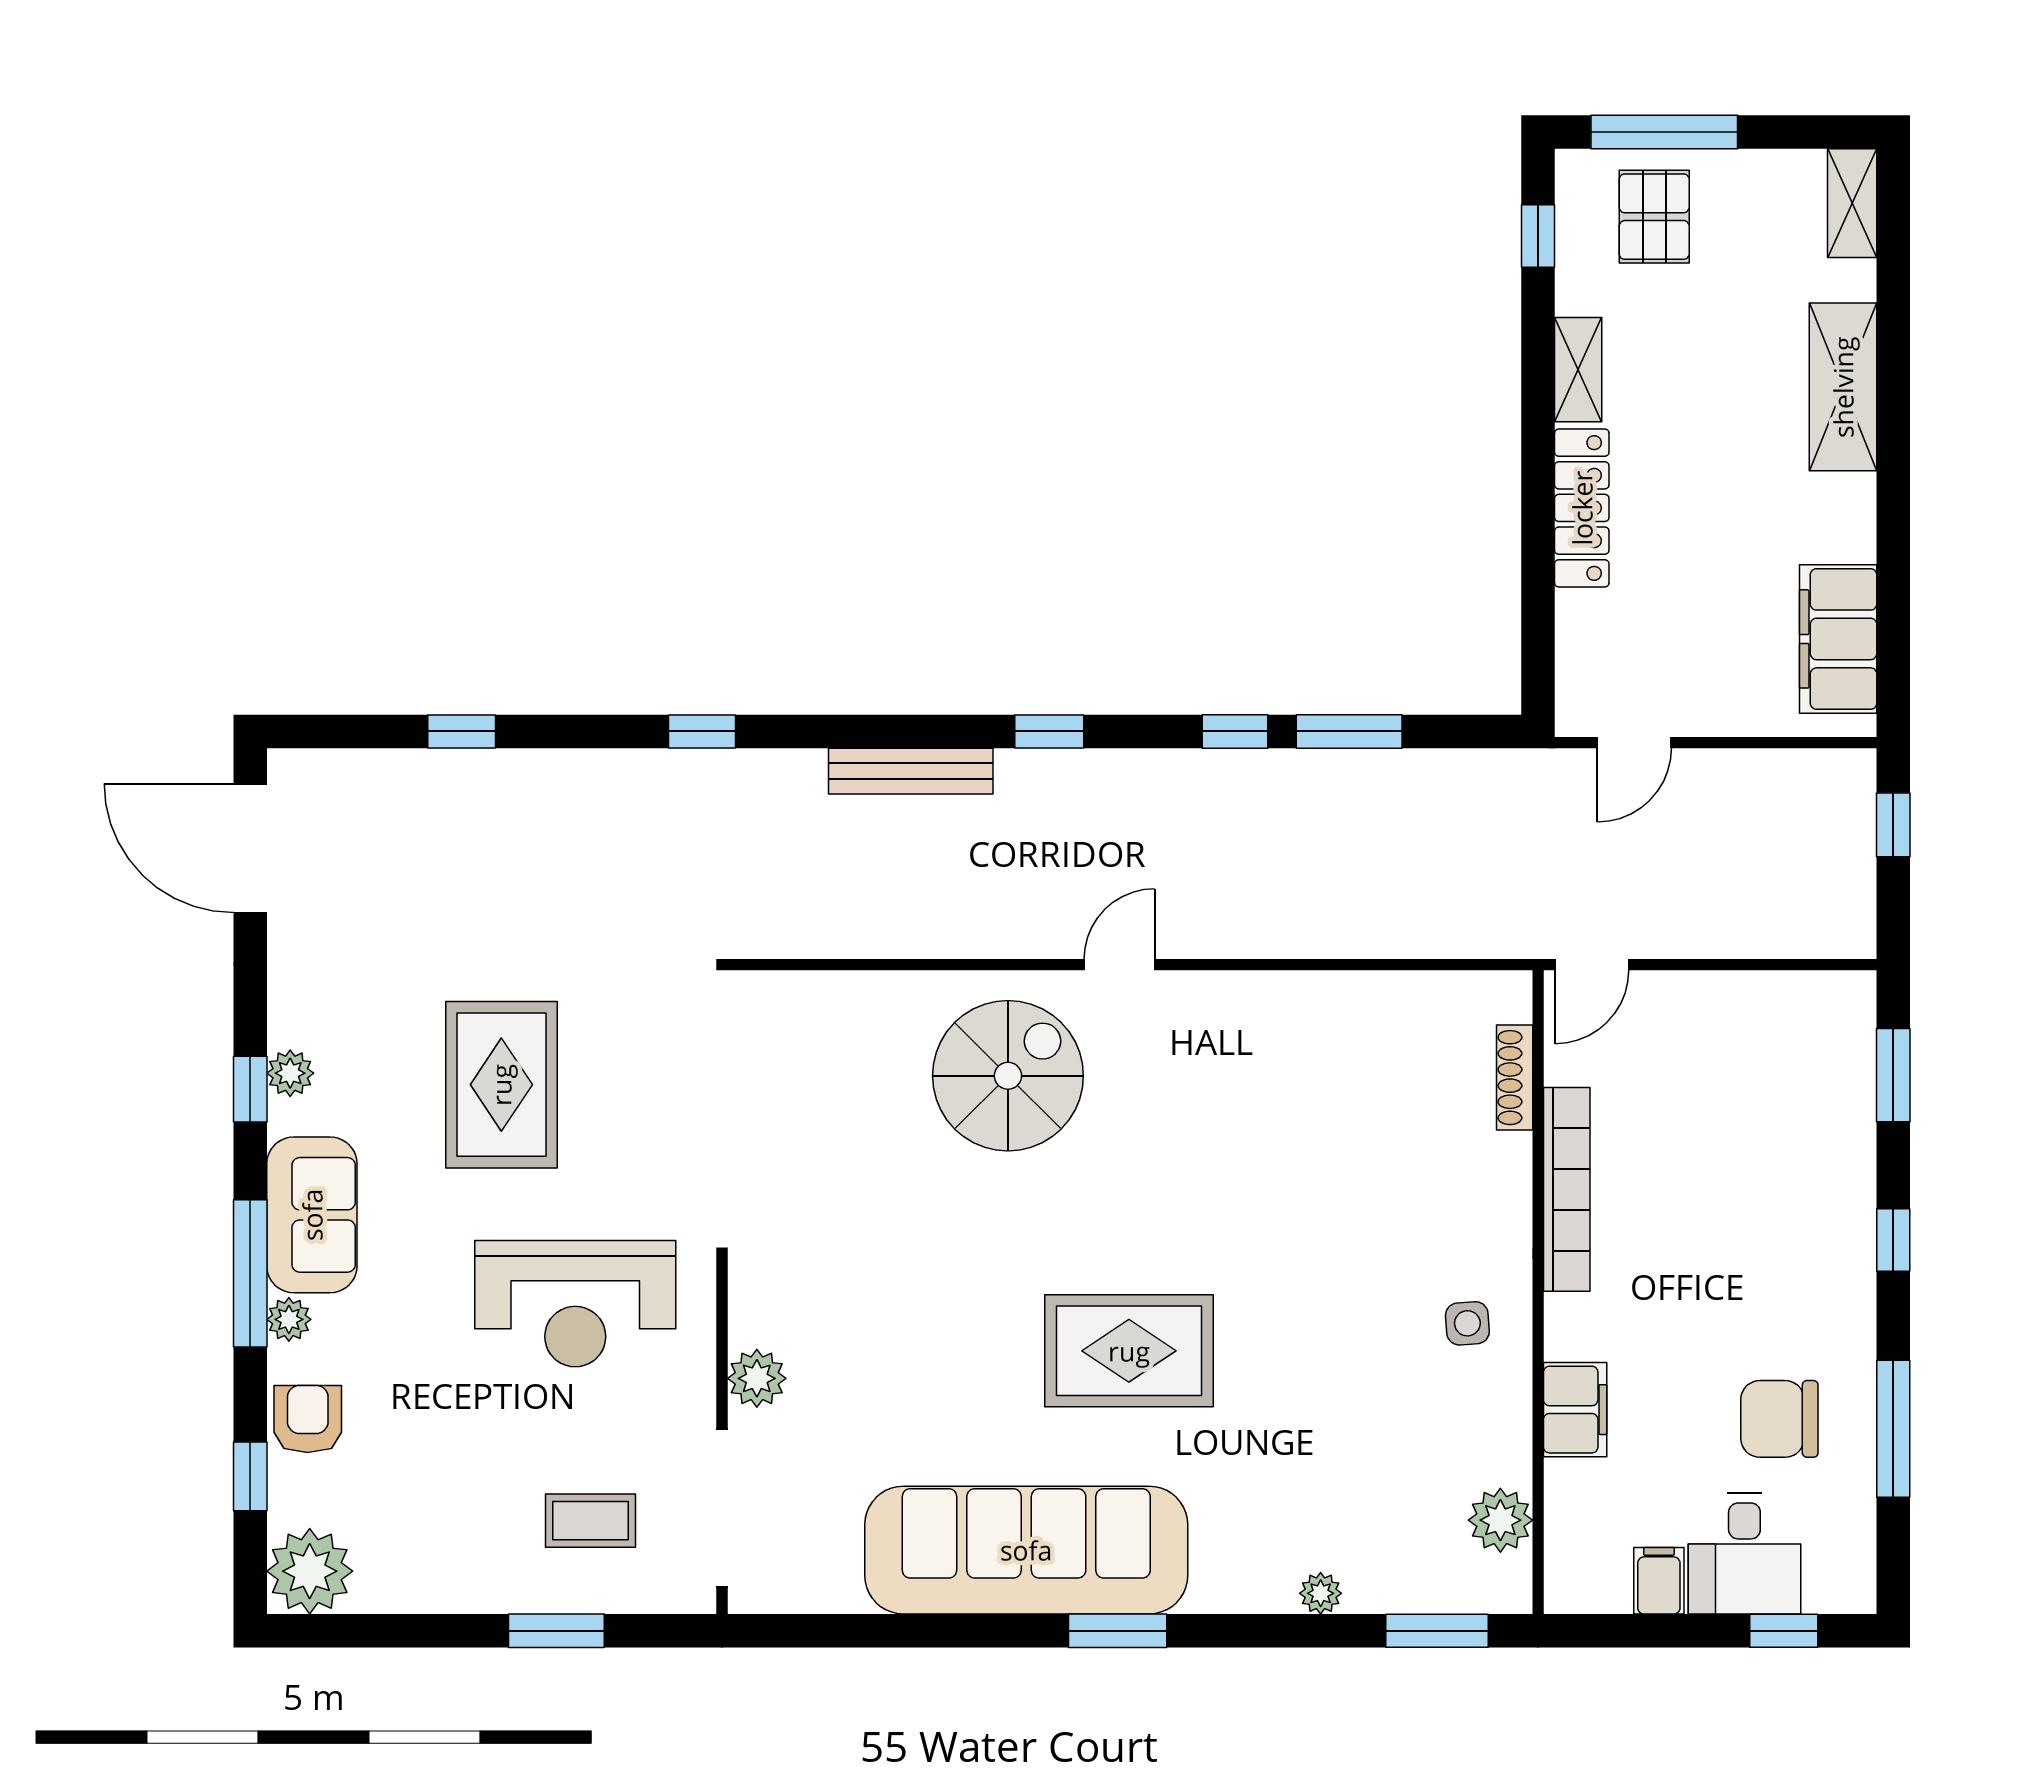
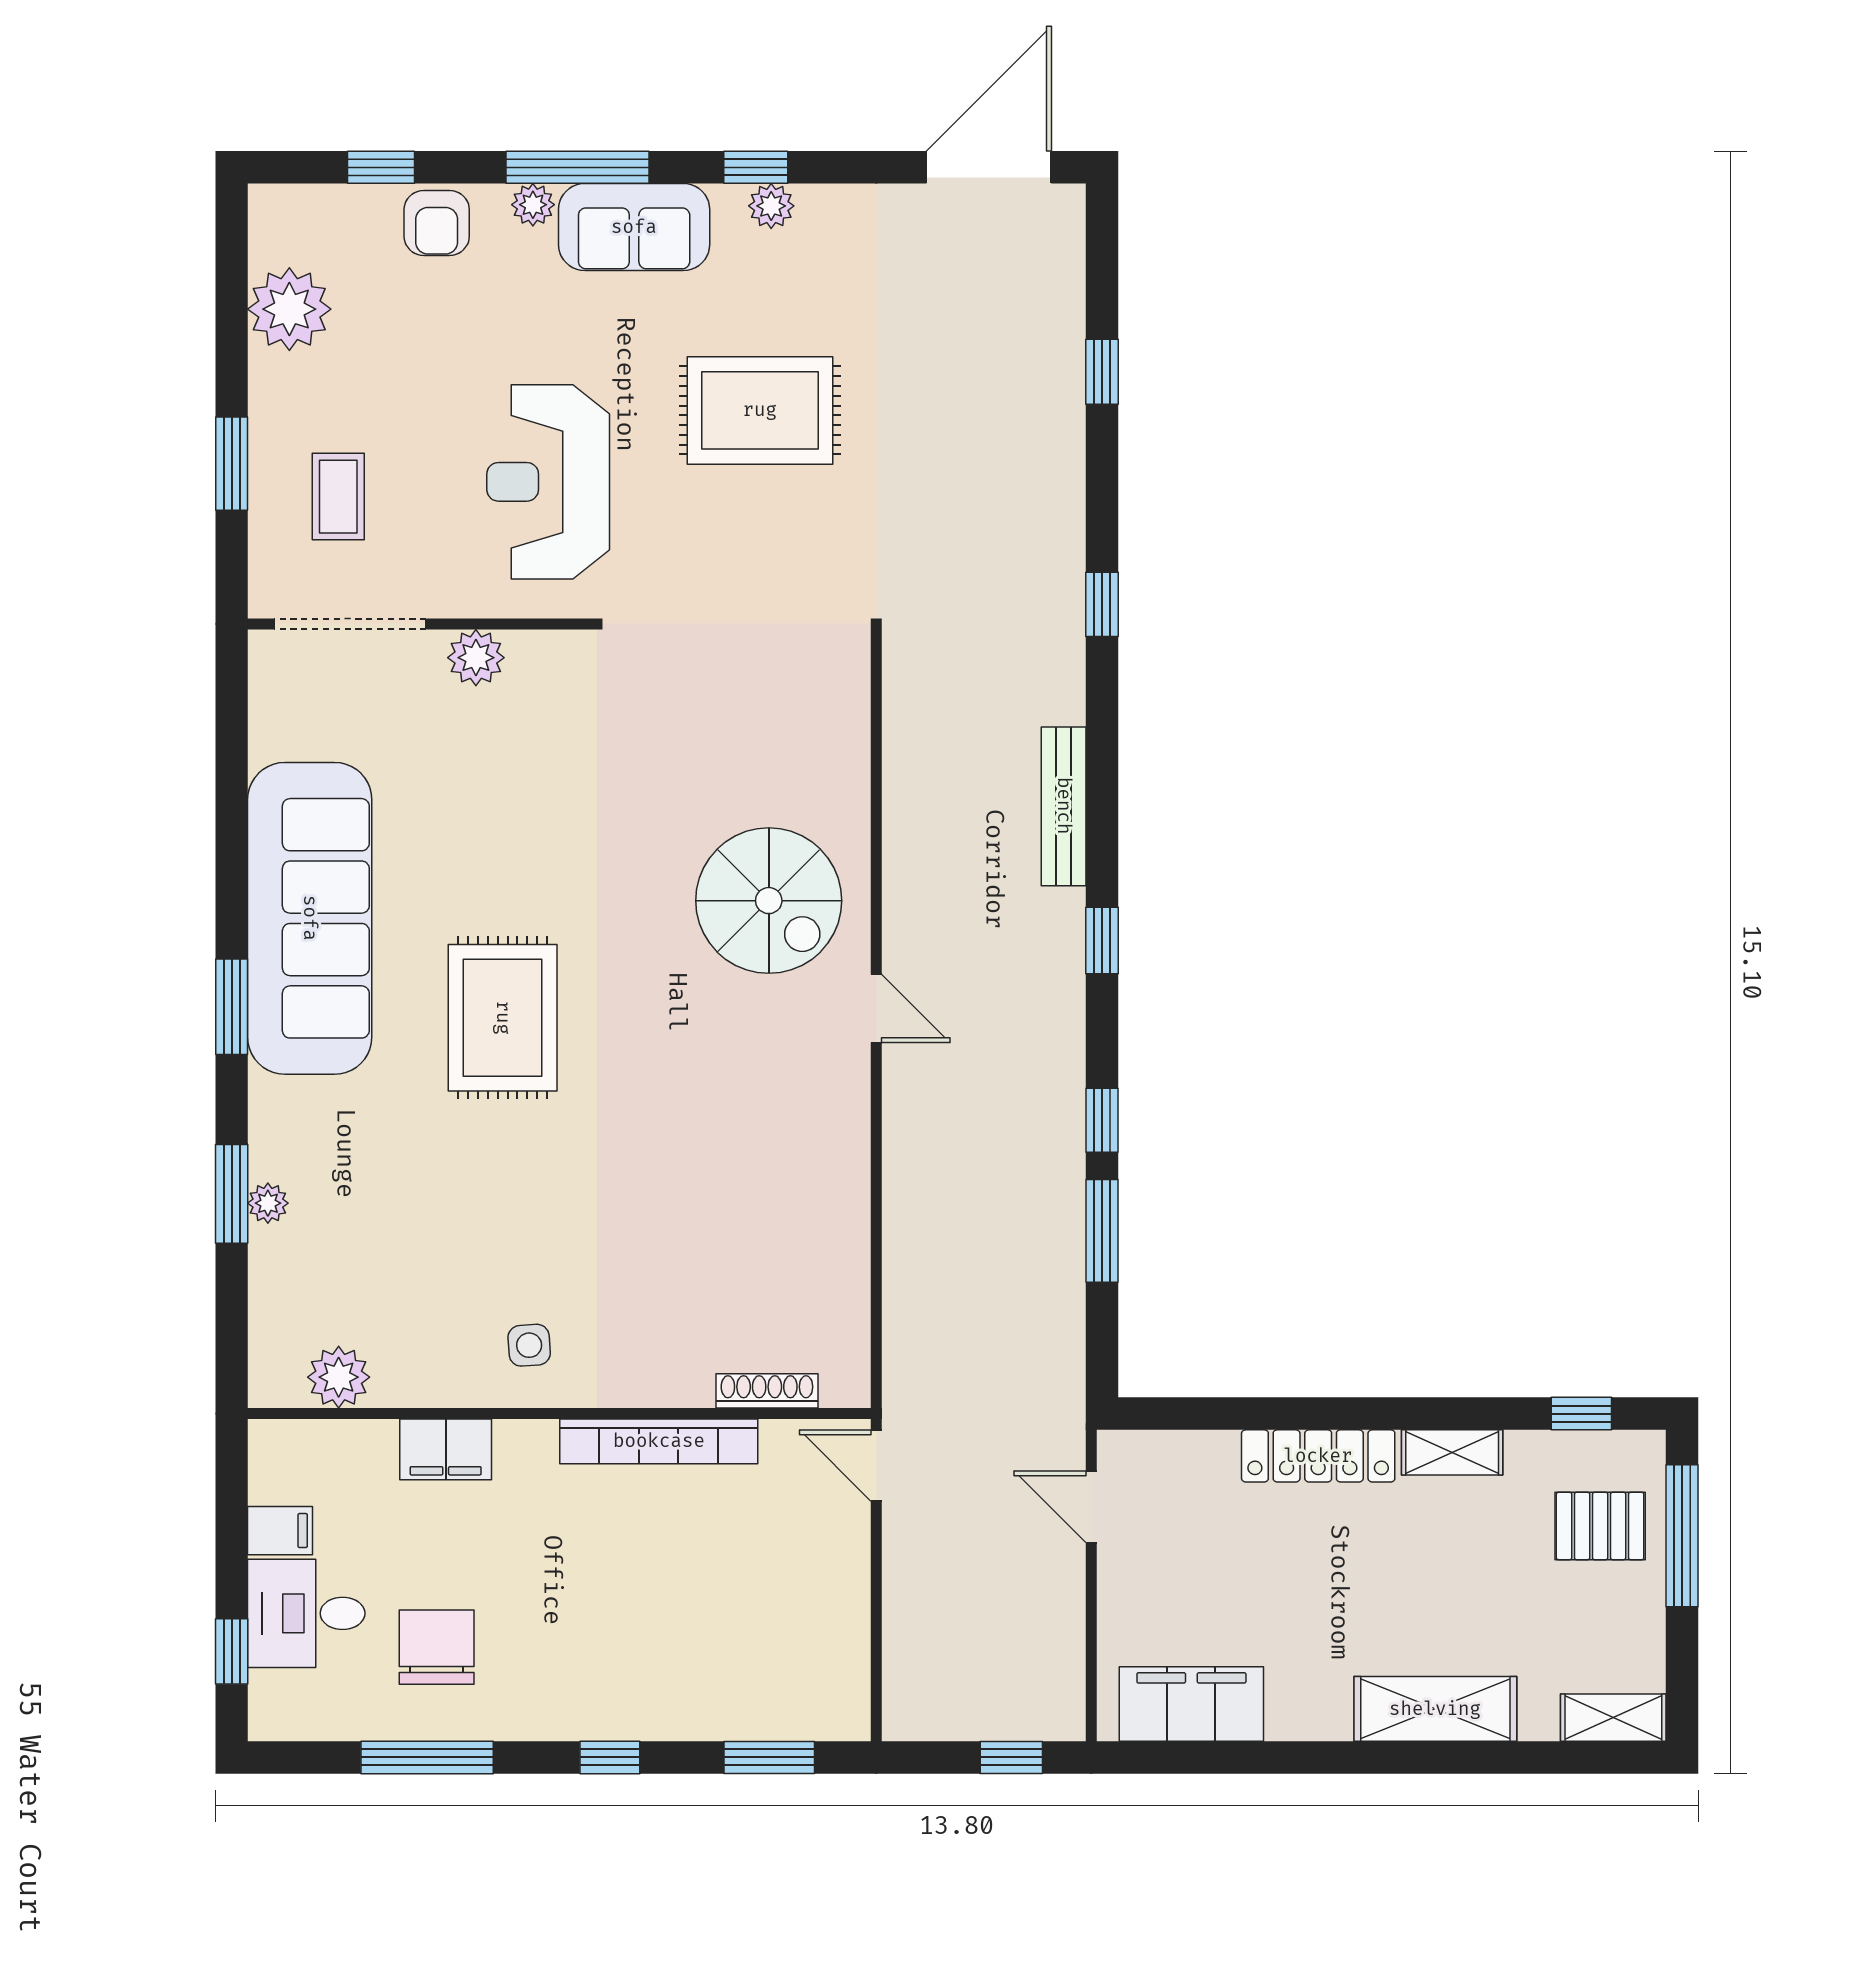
armchair: (308, 1419) -> (437, 223), turned 90
plant: (310, 1571) -> (289, 309), moved
window: (1437, 1631) -> (232, 1194), moved

